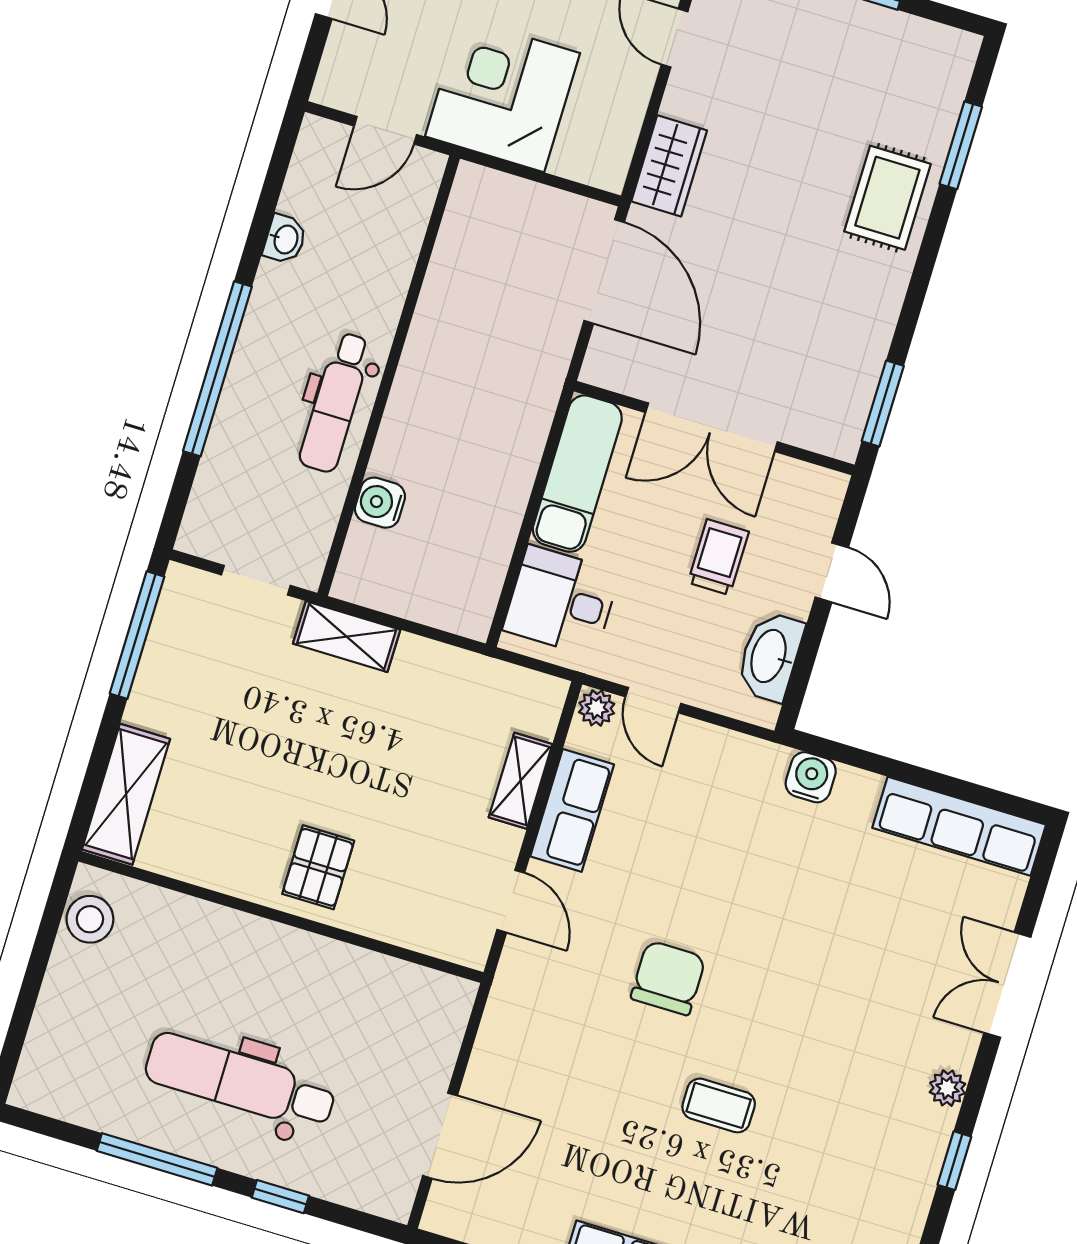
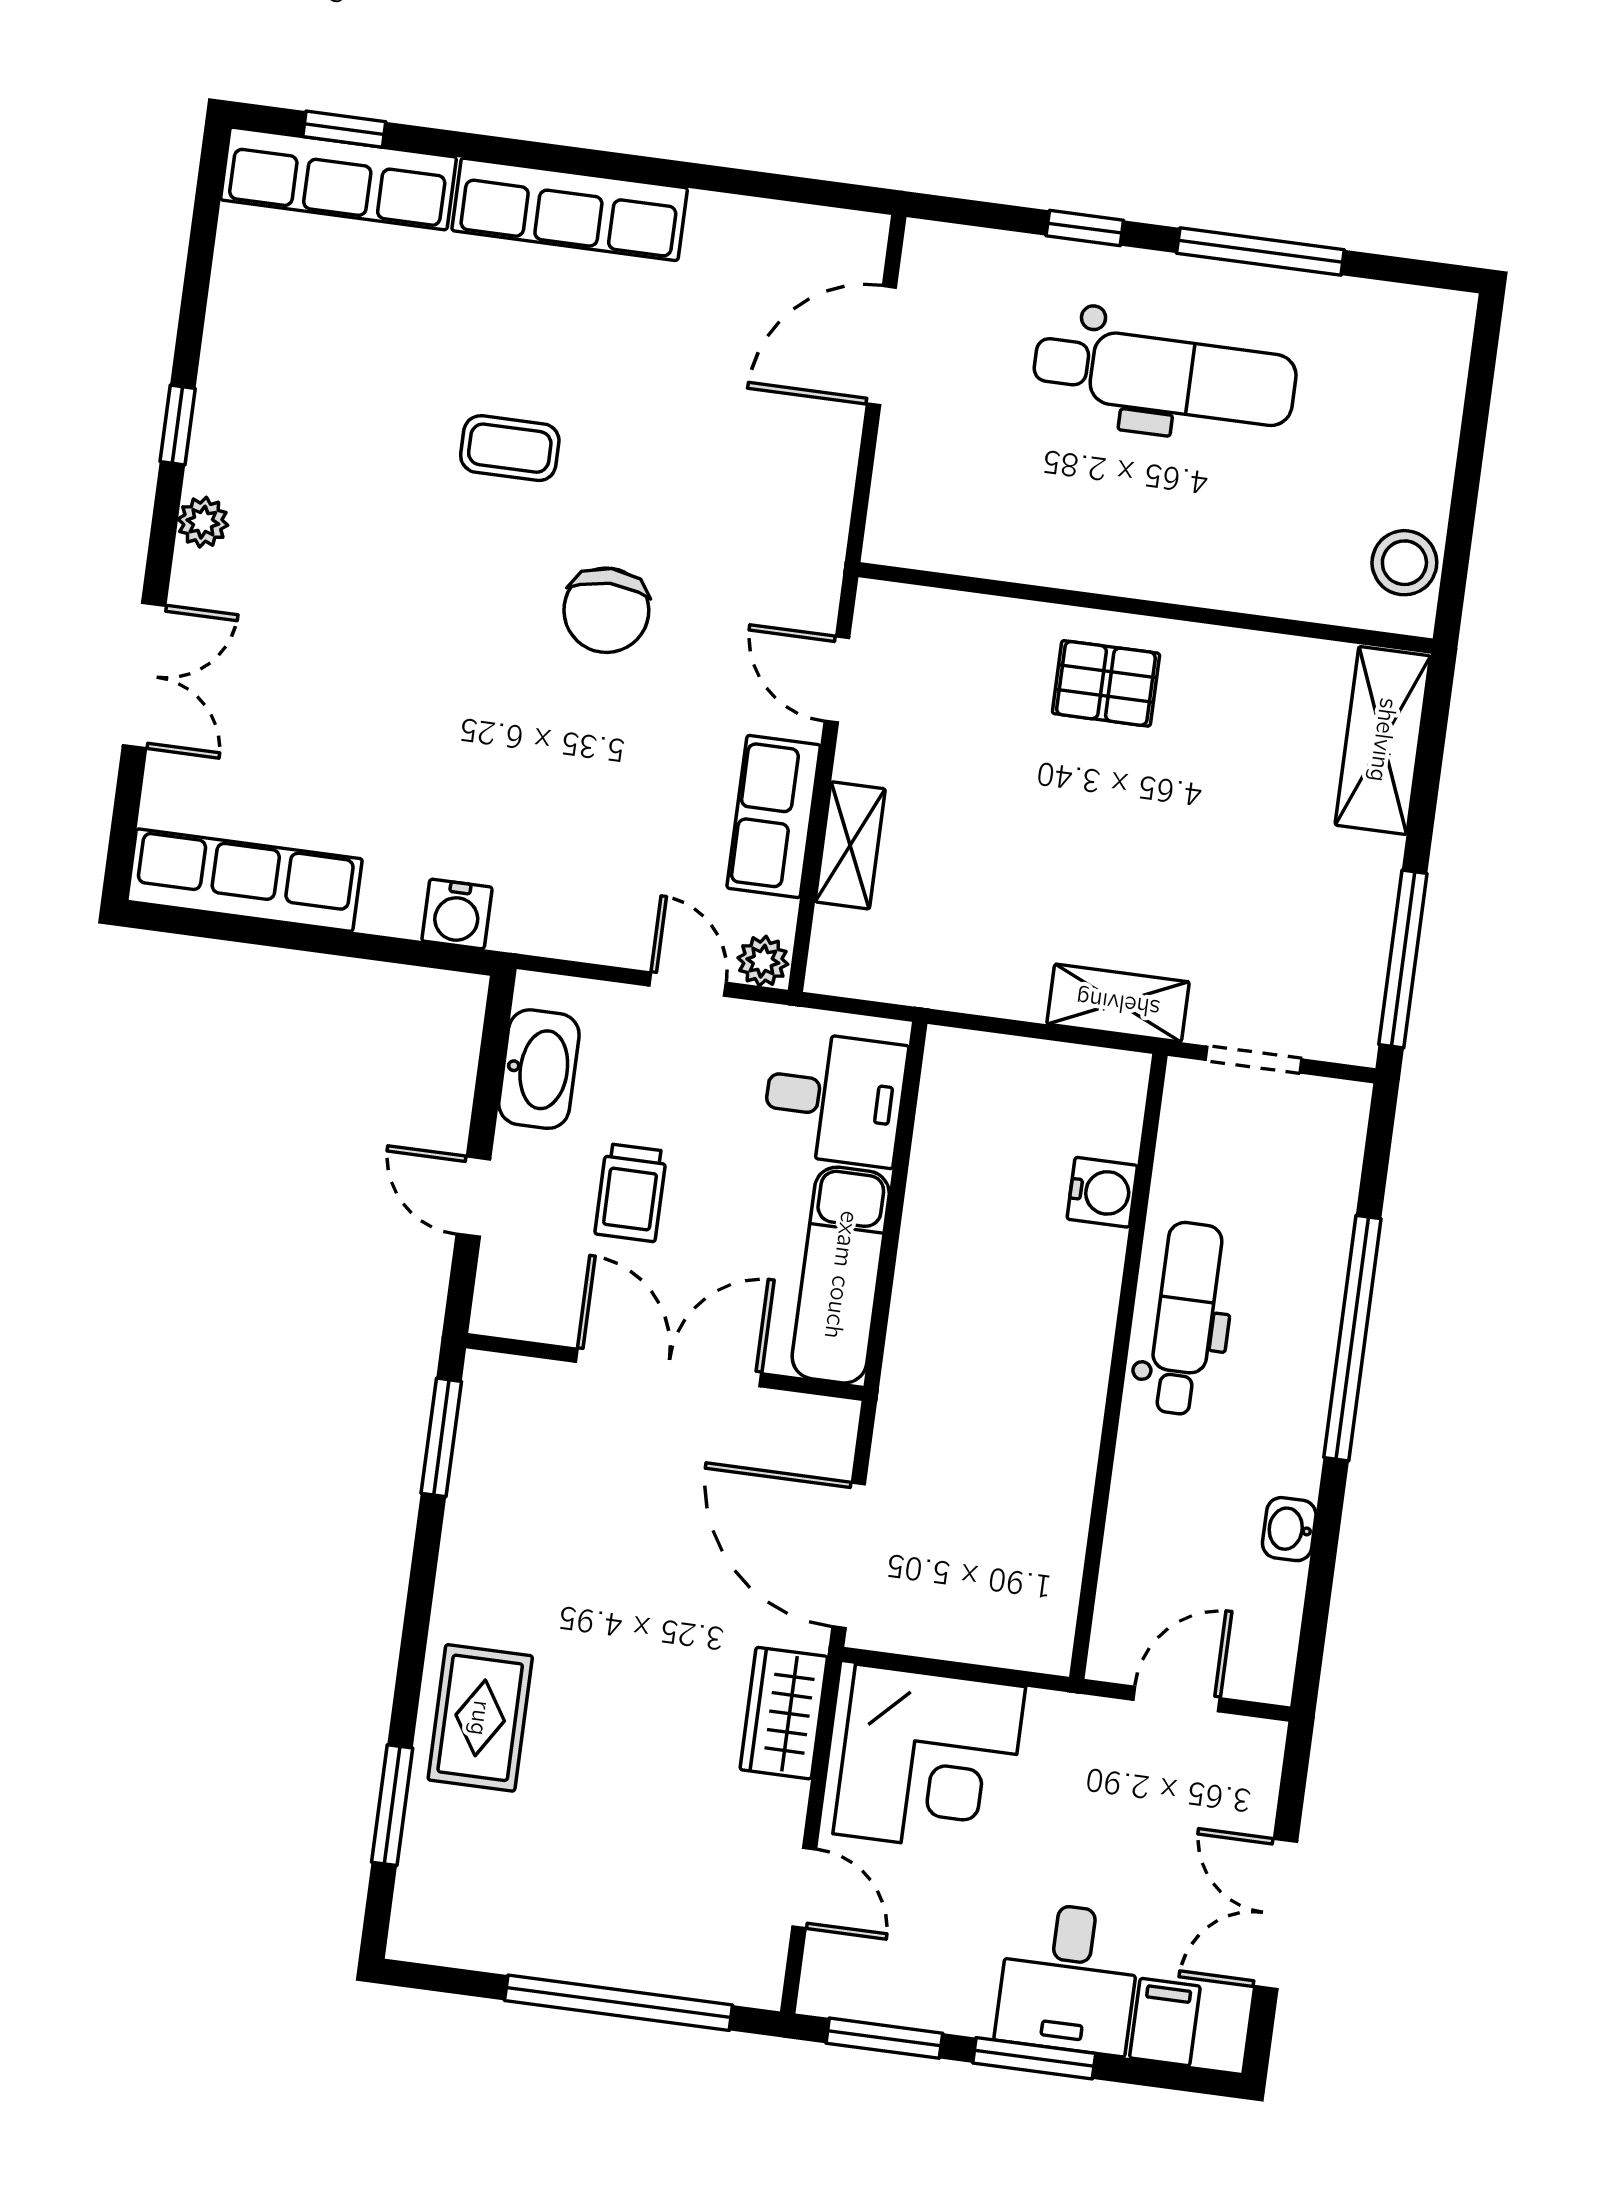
corner desk: (503, 95) -> (929, 1760), moved
pallet: (318, 867) -> (1106, 683), turned 90

